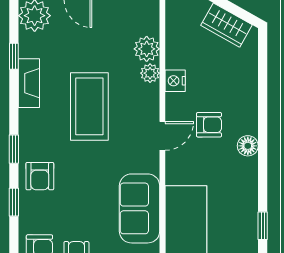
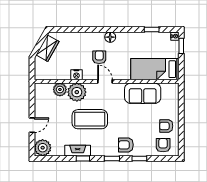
window: (14, 56) -> (83, 158), moved
plant: (150, 73) -> (77, 92), width x1.88, depth x1.88
armchair: (40, 176) -> (126, 145), turned 180

